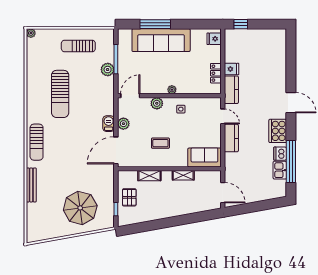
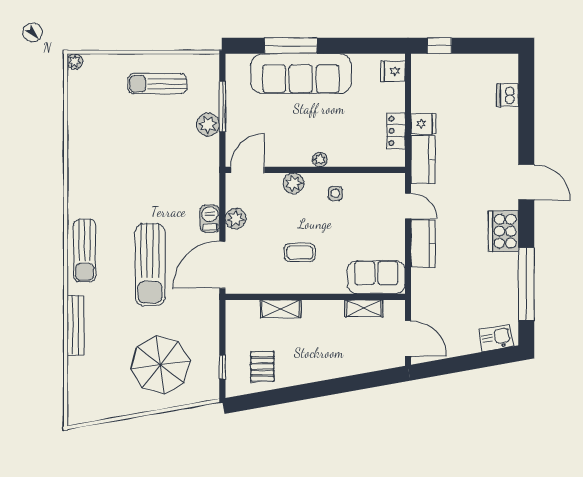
sun lounger: (60, 94) -> (150, 265), moved
dishwasher: (280, 154) -> (508, 95), moved
kitchen sink: (280, 170) -> (496, 338), moved, turned 80
shelving: (183, 175) -> (364, 308), moved
pallet: (129, 197) -> (262, 366), moved

